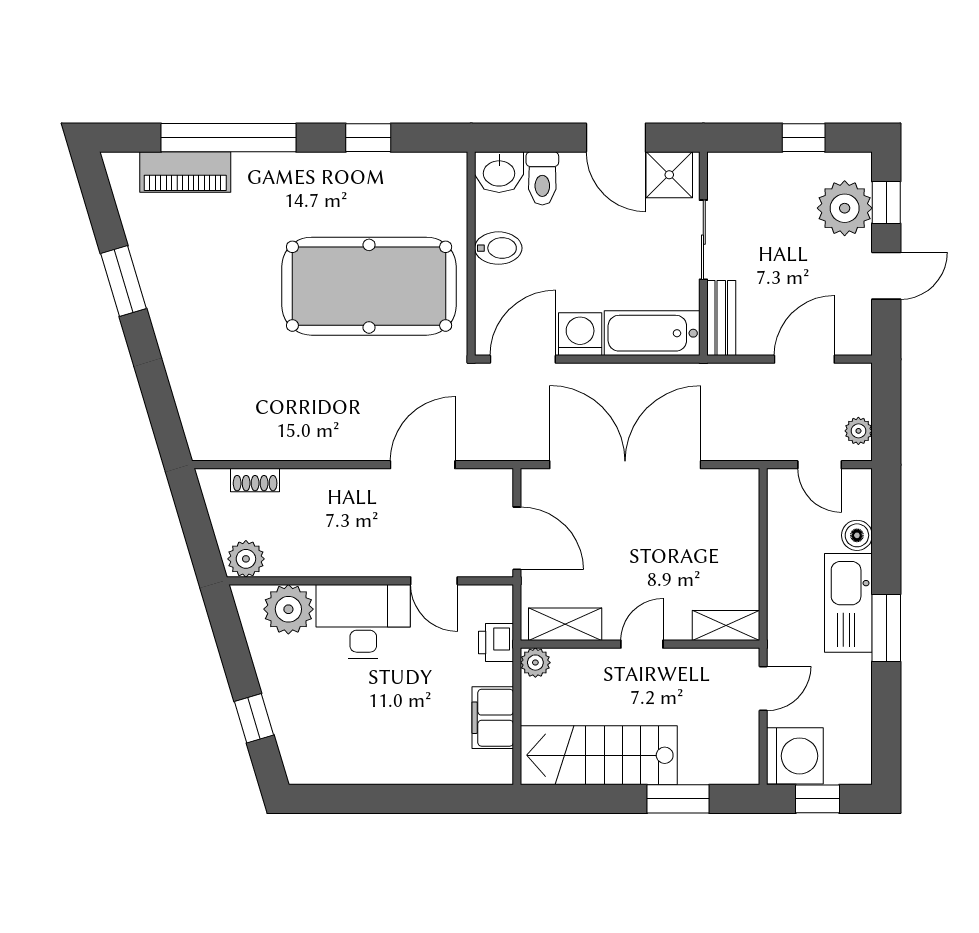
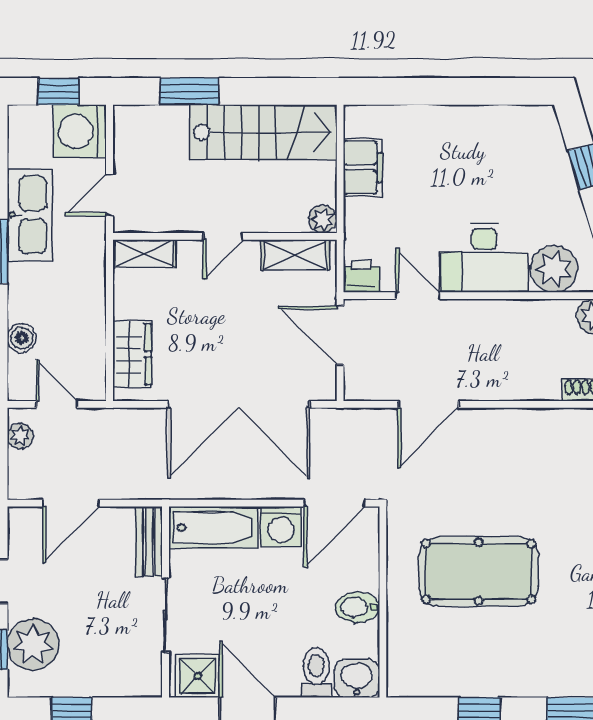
pool table: (369, 286) -> (479, 572), width x0.73, depth x0.76
wardrobe: (739, 518) -> (132, 354), added
kitchen sink: (848, 603) -> (30, 215), moved
printer: (496, 642) -> (361, 276), moved, turned -90

